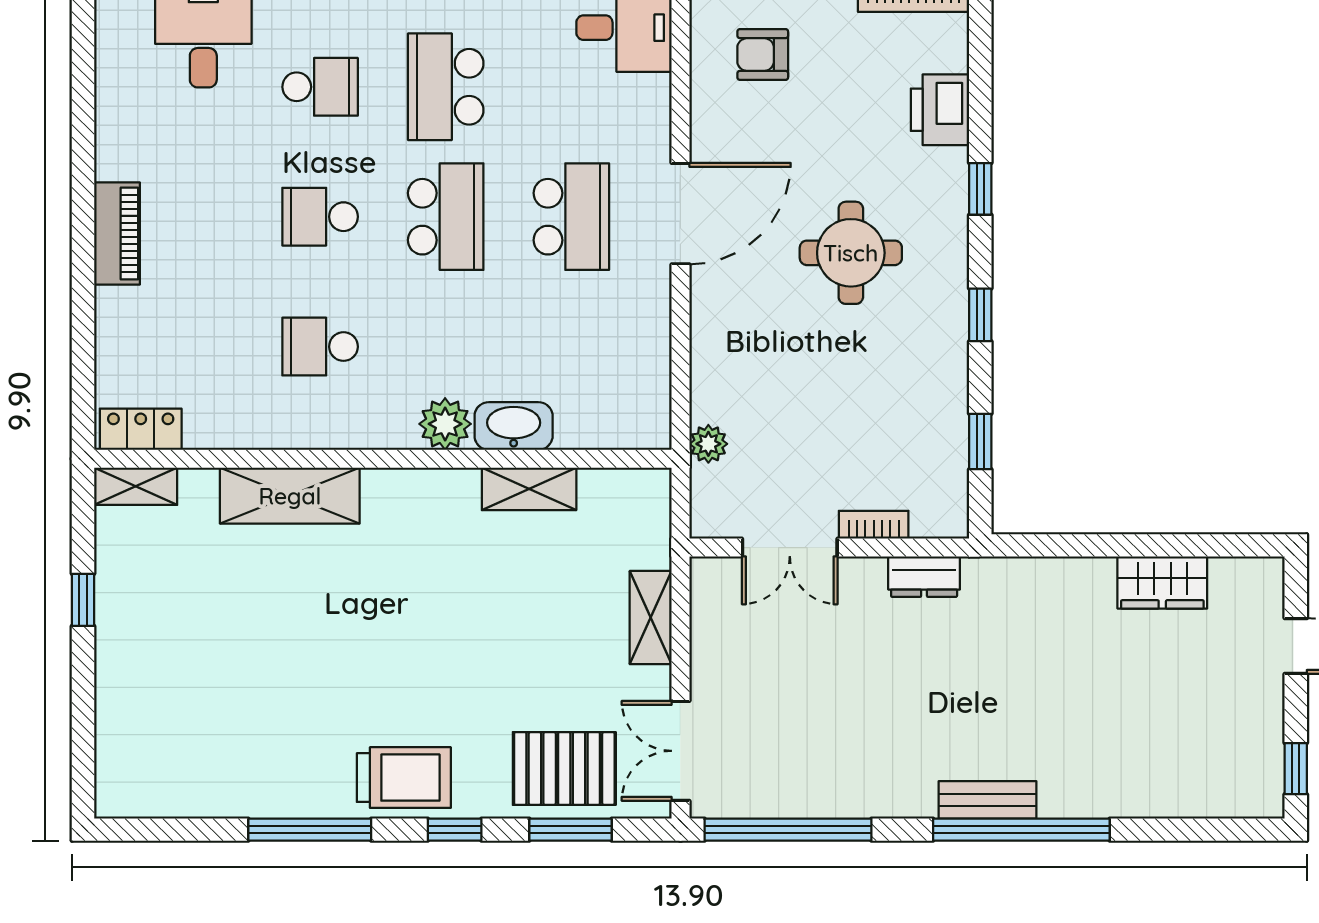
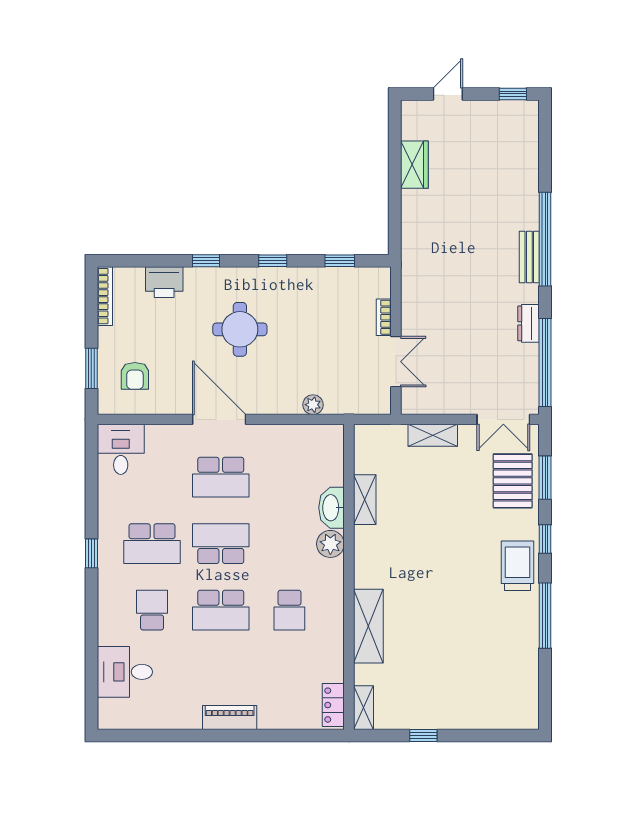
school desk: (320, 217) -> (221, 610), width x1.85
school desk: (571, 217) -> (221, 477), turned 180
plant: (708, 444) -> (313, 405), moved
dresser: (924, 577) -> (528, 323), moved, turned 180

